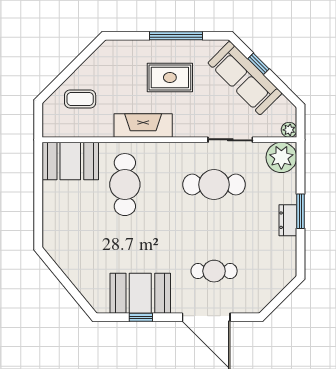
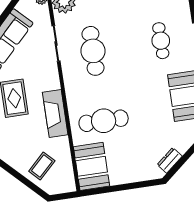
coffee table: (80, 99) -> (42, 166), turned 46
dresser: (63, 259) -> (170, 160), added

